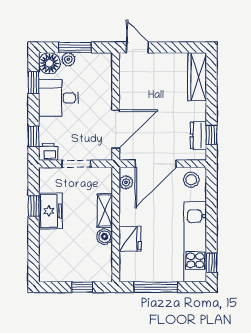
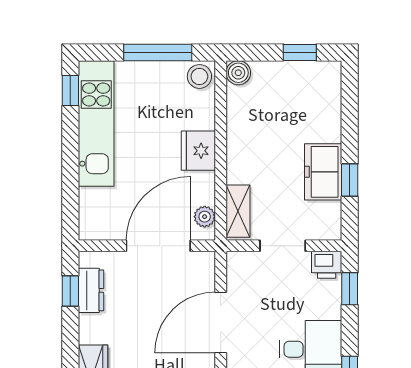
door: (116, 129) -> (221, 322), moved
stool: (191, 180) -> (199, 76), moved
shelving: (105, 211) -> (238, 211), moved
boiler: (104, 237) -> (238, 73), moved
fridge: (130, 239) -> (198, 151), moved
window: (82, 287) -> (300, 52), moved

